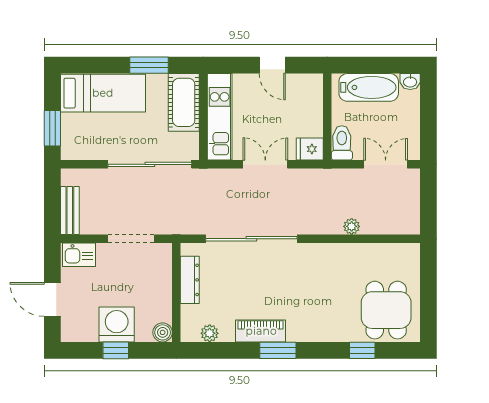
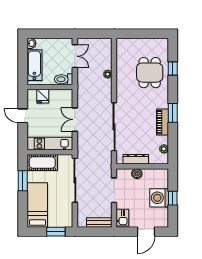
door: (272, 65) -> (23, 116), swing flipped
fridge: (310, 149) -> (43, 96), moved
double door: (386, 164) -> (75, 56), swing flipped
dining table: (386, 310) -> (150, 73), moved, turned 90
boiler: (163, 332) -> (137, 174), moved

